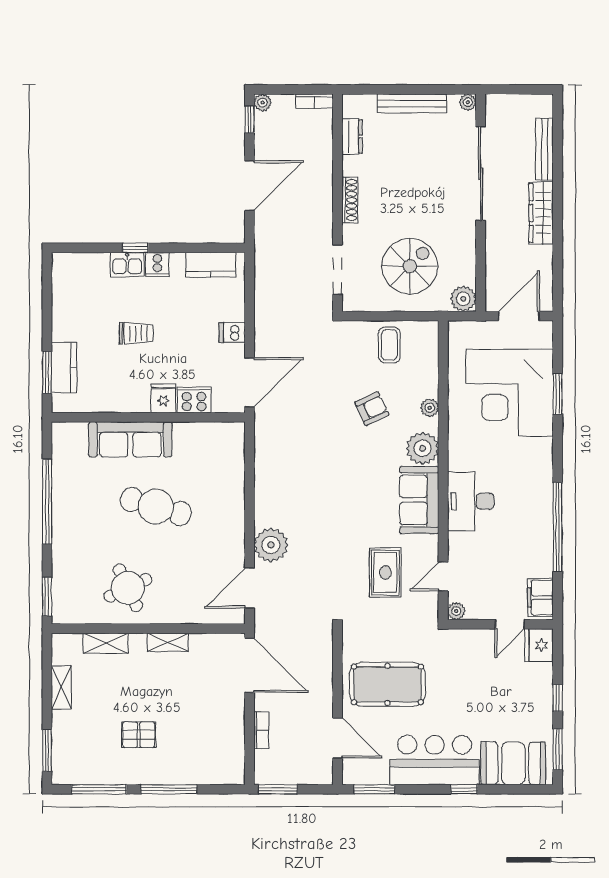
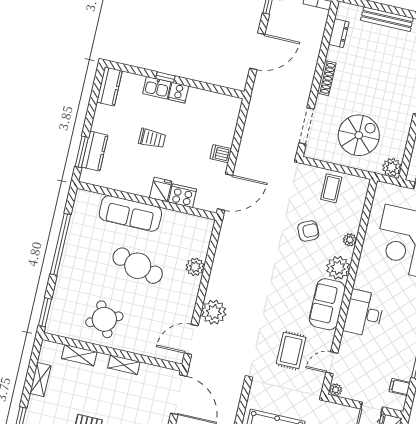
kitchen counter: (211, 265) -> (109, 86), moved, turned -90
plant: (232, 491) -> (195, 267), added
filing cabinet: (540, 598) -> (400, 387), width x0.50

